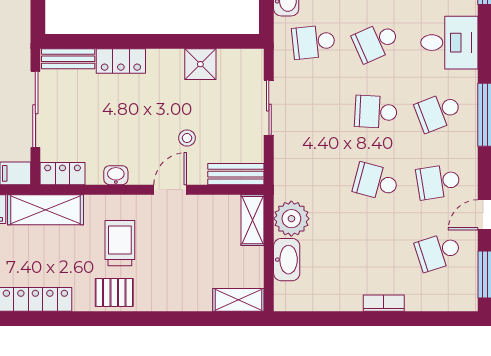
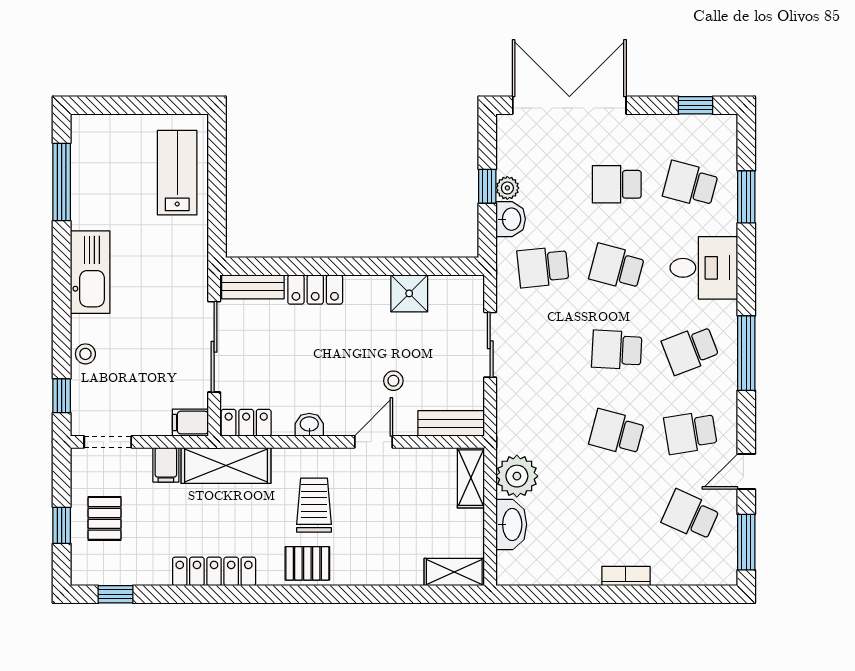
school desk: (376, 42) -> (617, 267), turned 39
school desk: (438, 252) -> (690, 515), turned 42

